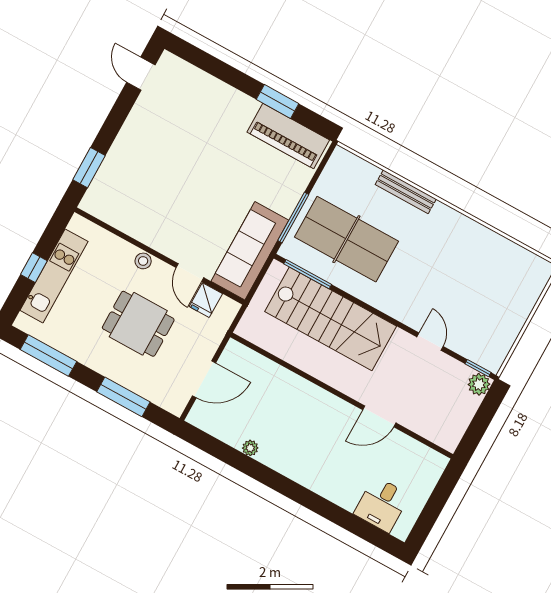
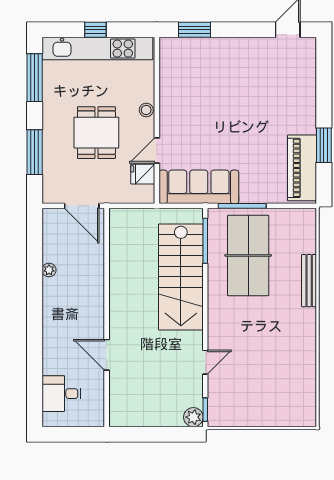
kitchen unit: (54, 276) -> (97, 49), width x1.36
wall: (342, 396) -> (107, 318), moved
door: (379, 416) -> (107, 355), moved

